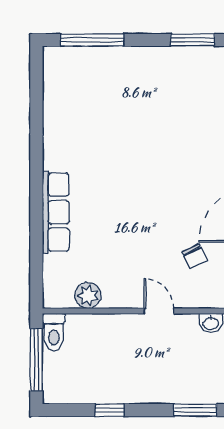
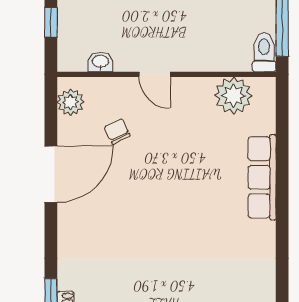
plant: (88, 295) -> (234, 96), width x1.36, depth x1.36

